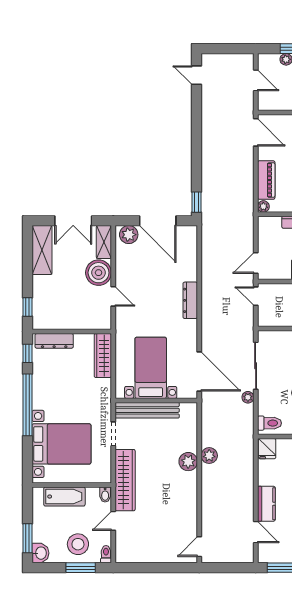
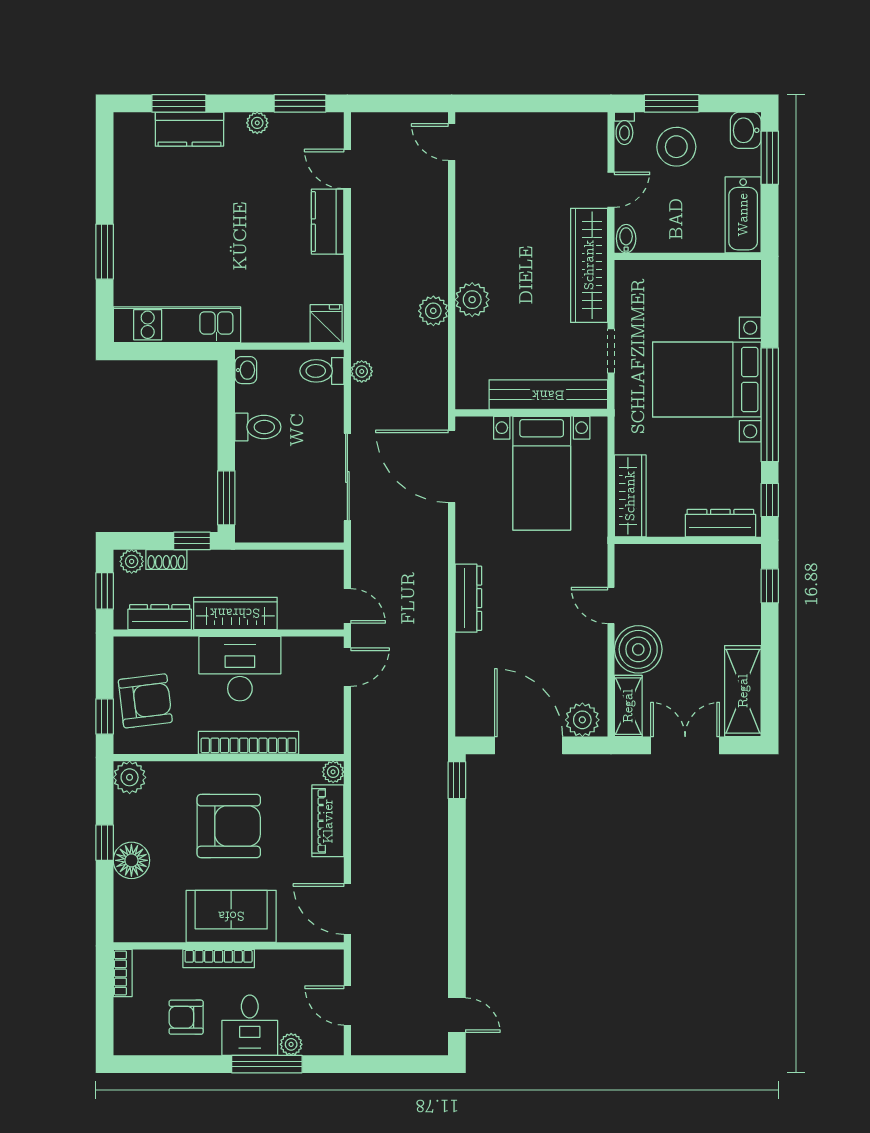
plant: (248, 397) -> (362, 371), moved
bed with nightstands: (61, 444) -> (707, 379), moved
bathtub: (64, 497) -> (743, 215), moved, turned -90
door: (199, 547) -> (452, 142), swing flipped

